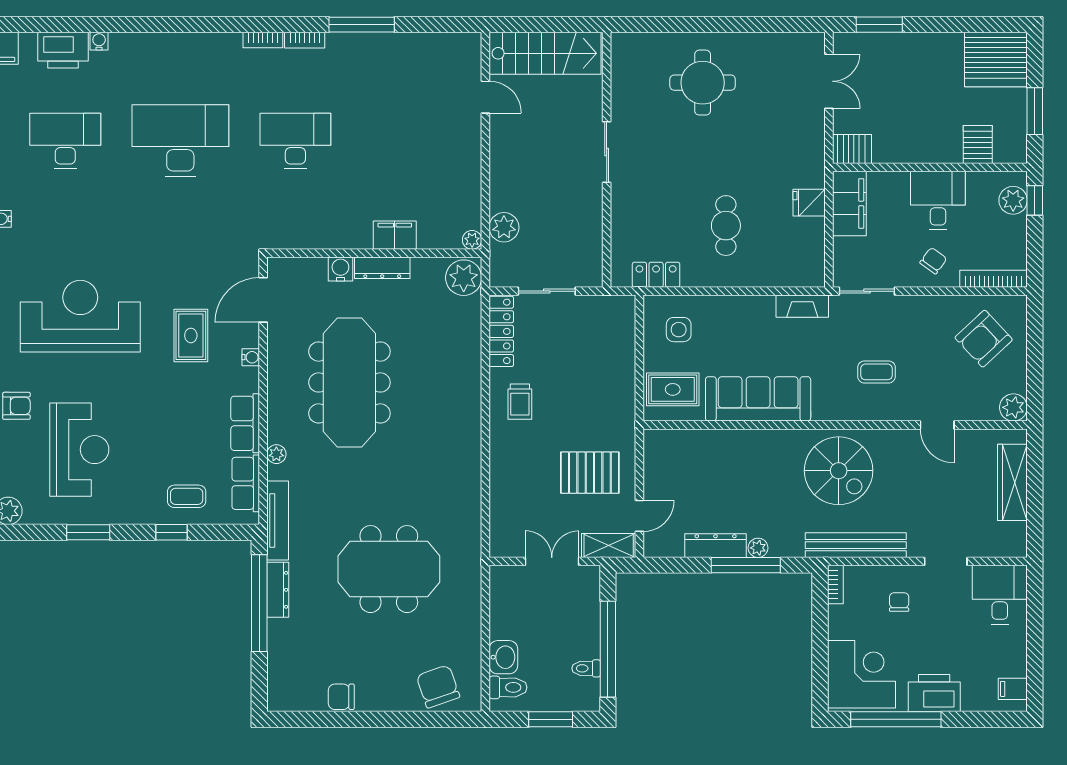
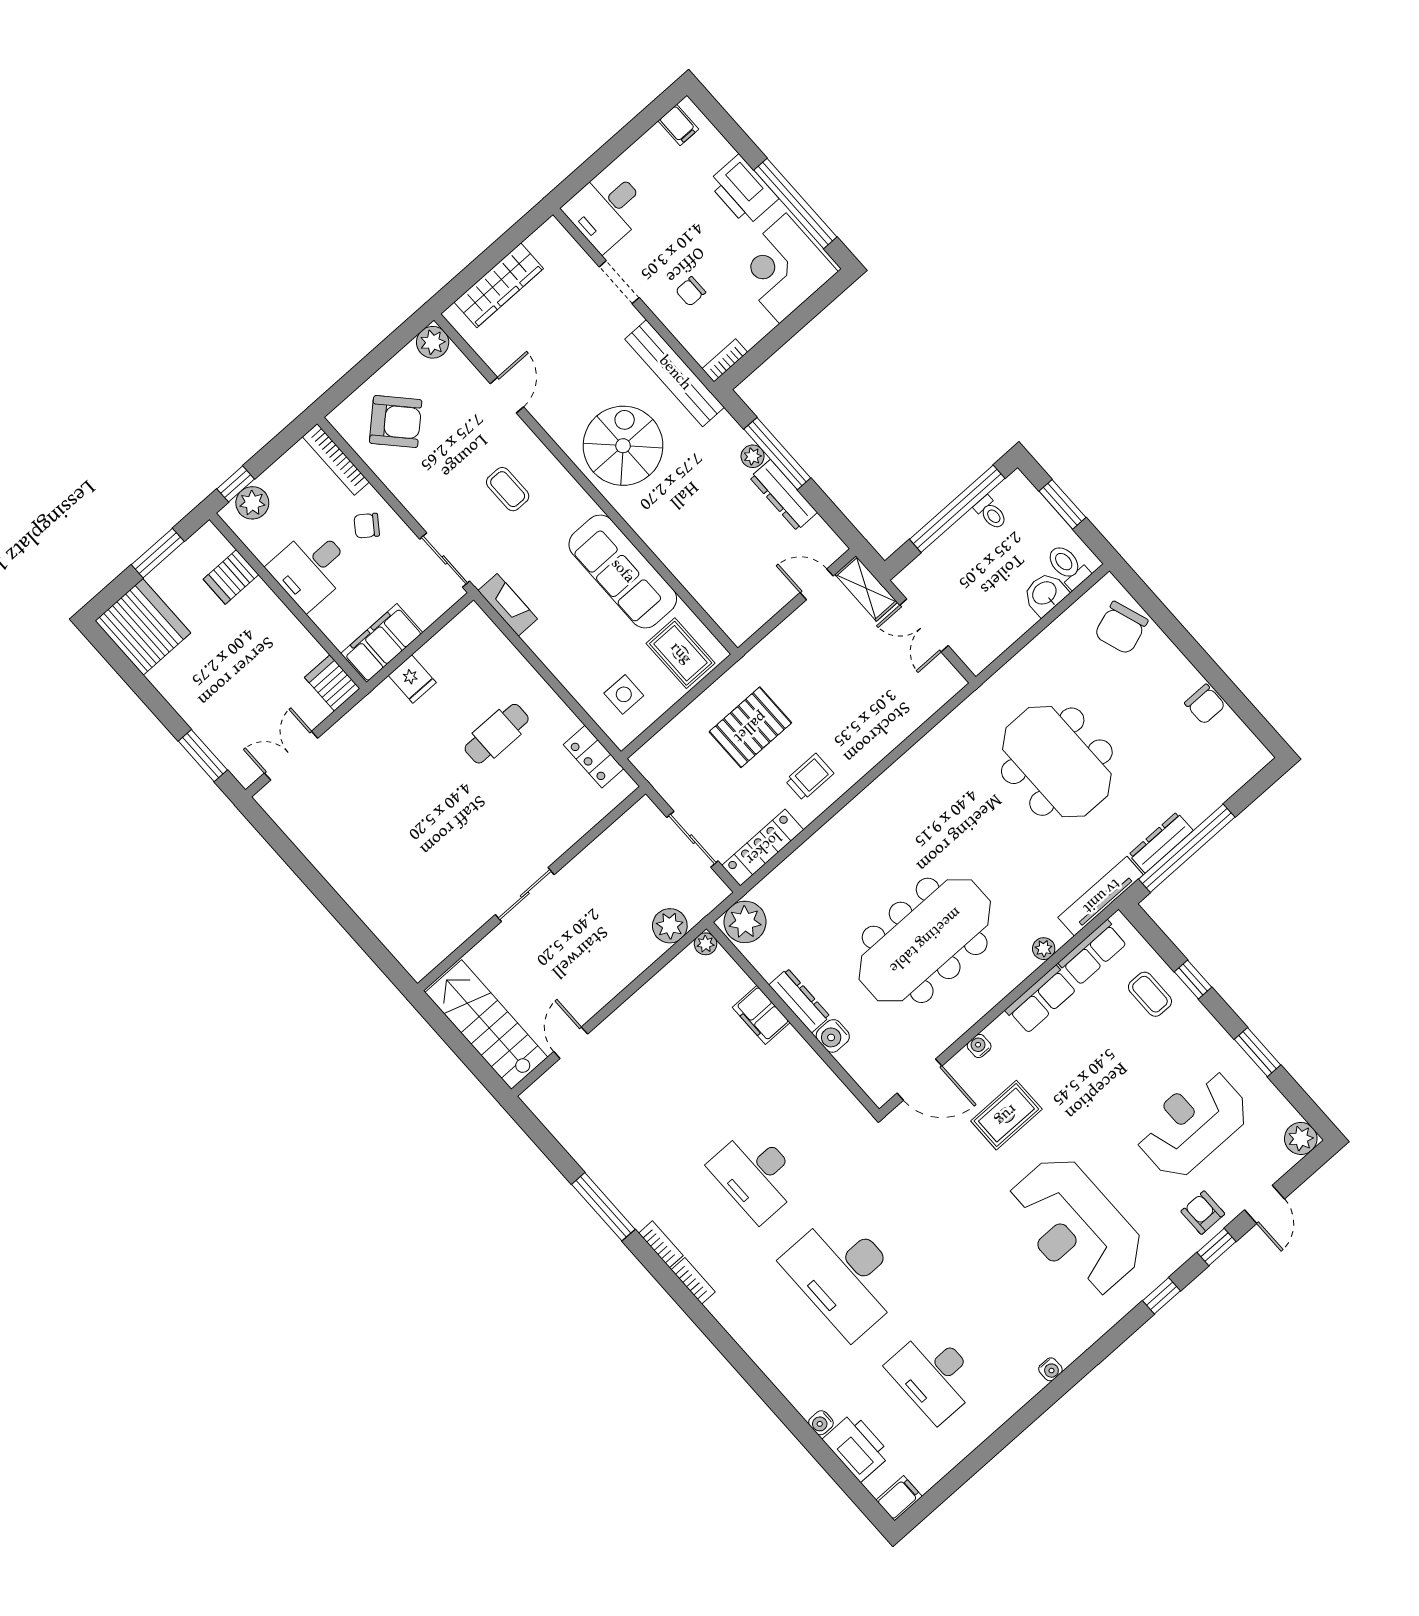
round table: (703, 83) -> (390, 865), removed
pallet: (590, 473) -> (750, 727), moved, turned 90

